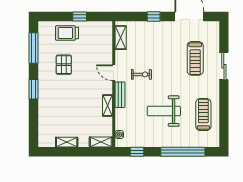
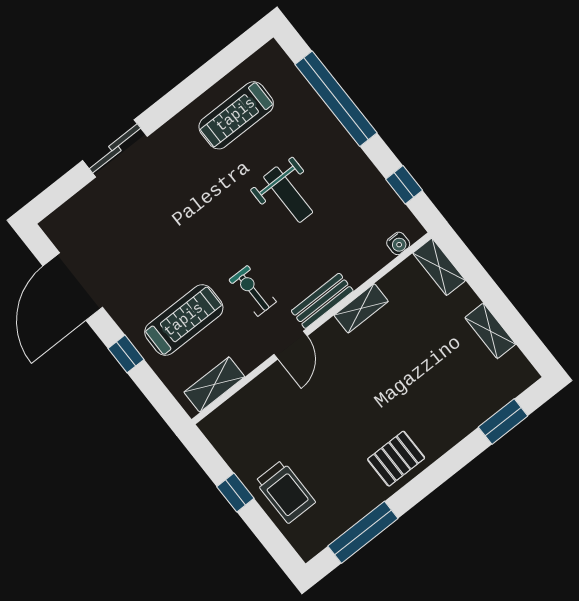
treadmill: (195, 58) -> (184, 320), moved
pallet: (64, 65) -> (396, 459), moved
window: (34, 89) -> (503, 422), moved
weight bench: (164, 111) -> (288, 195), width x0.73, depth x0.75

